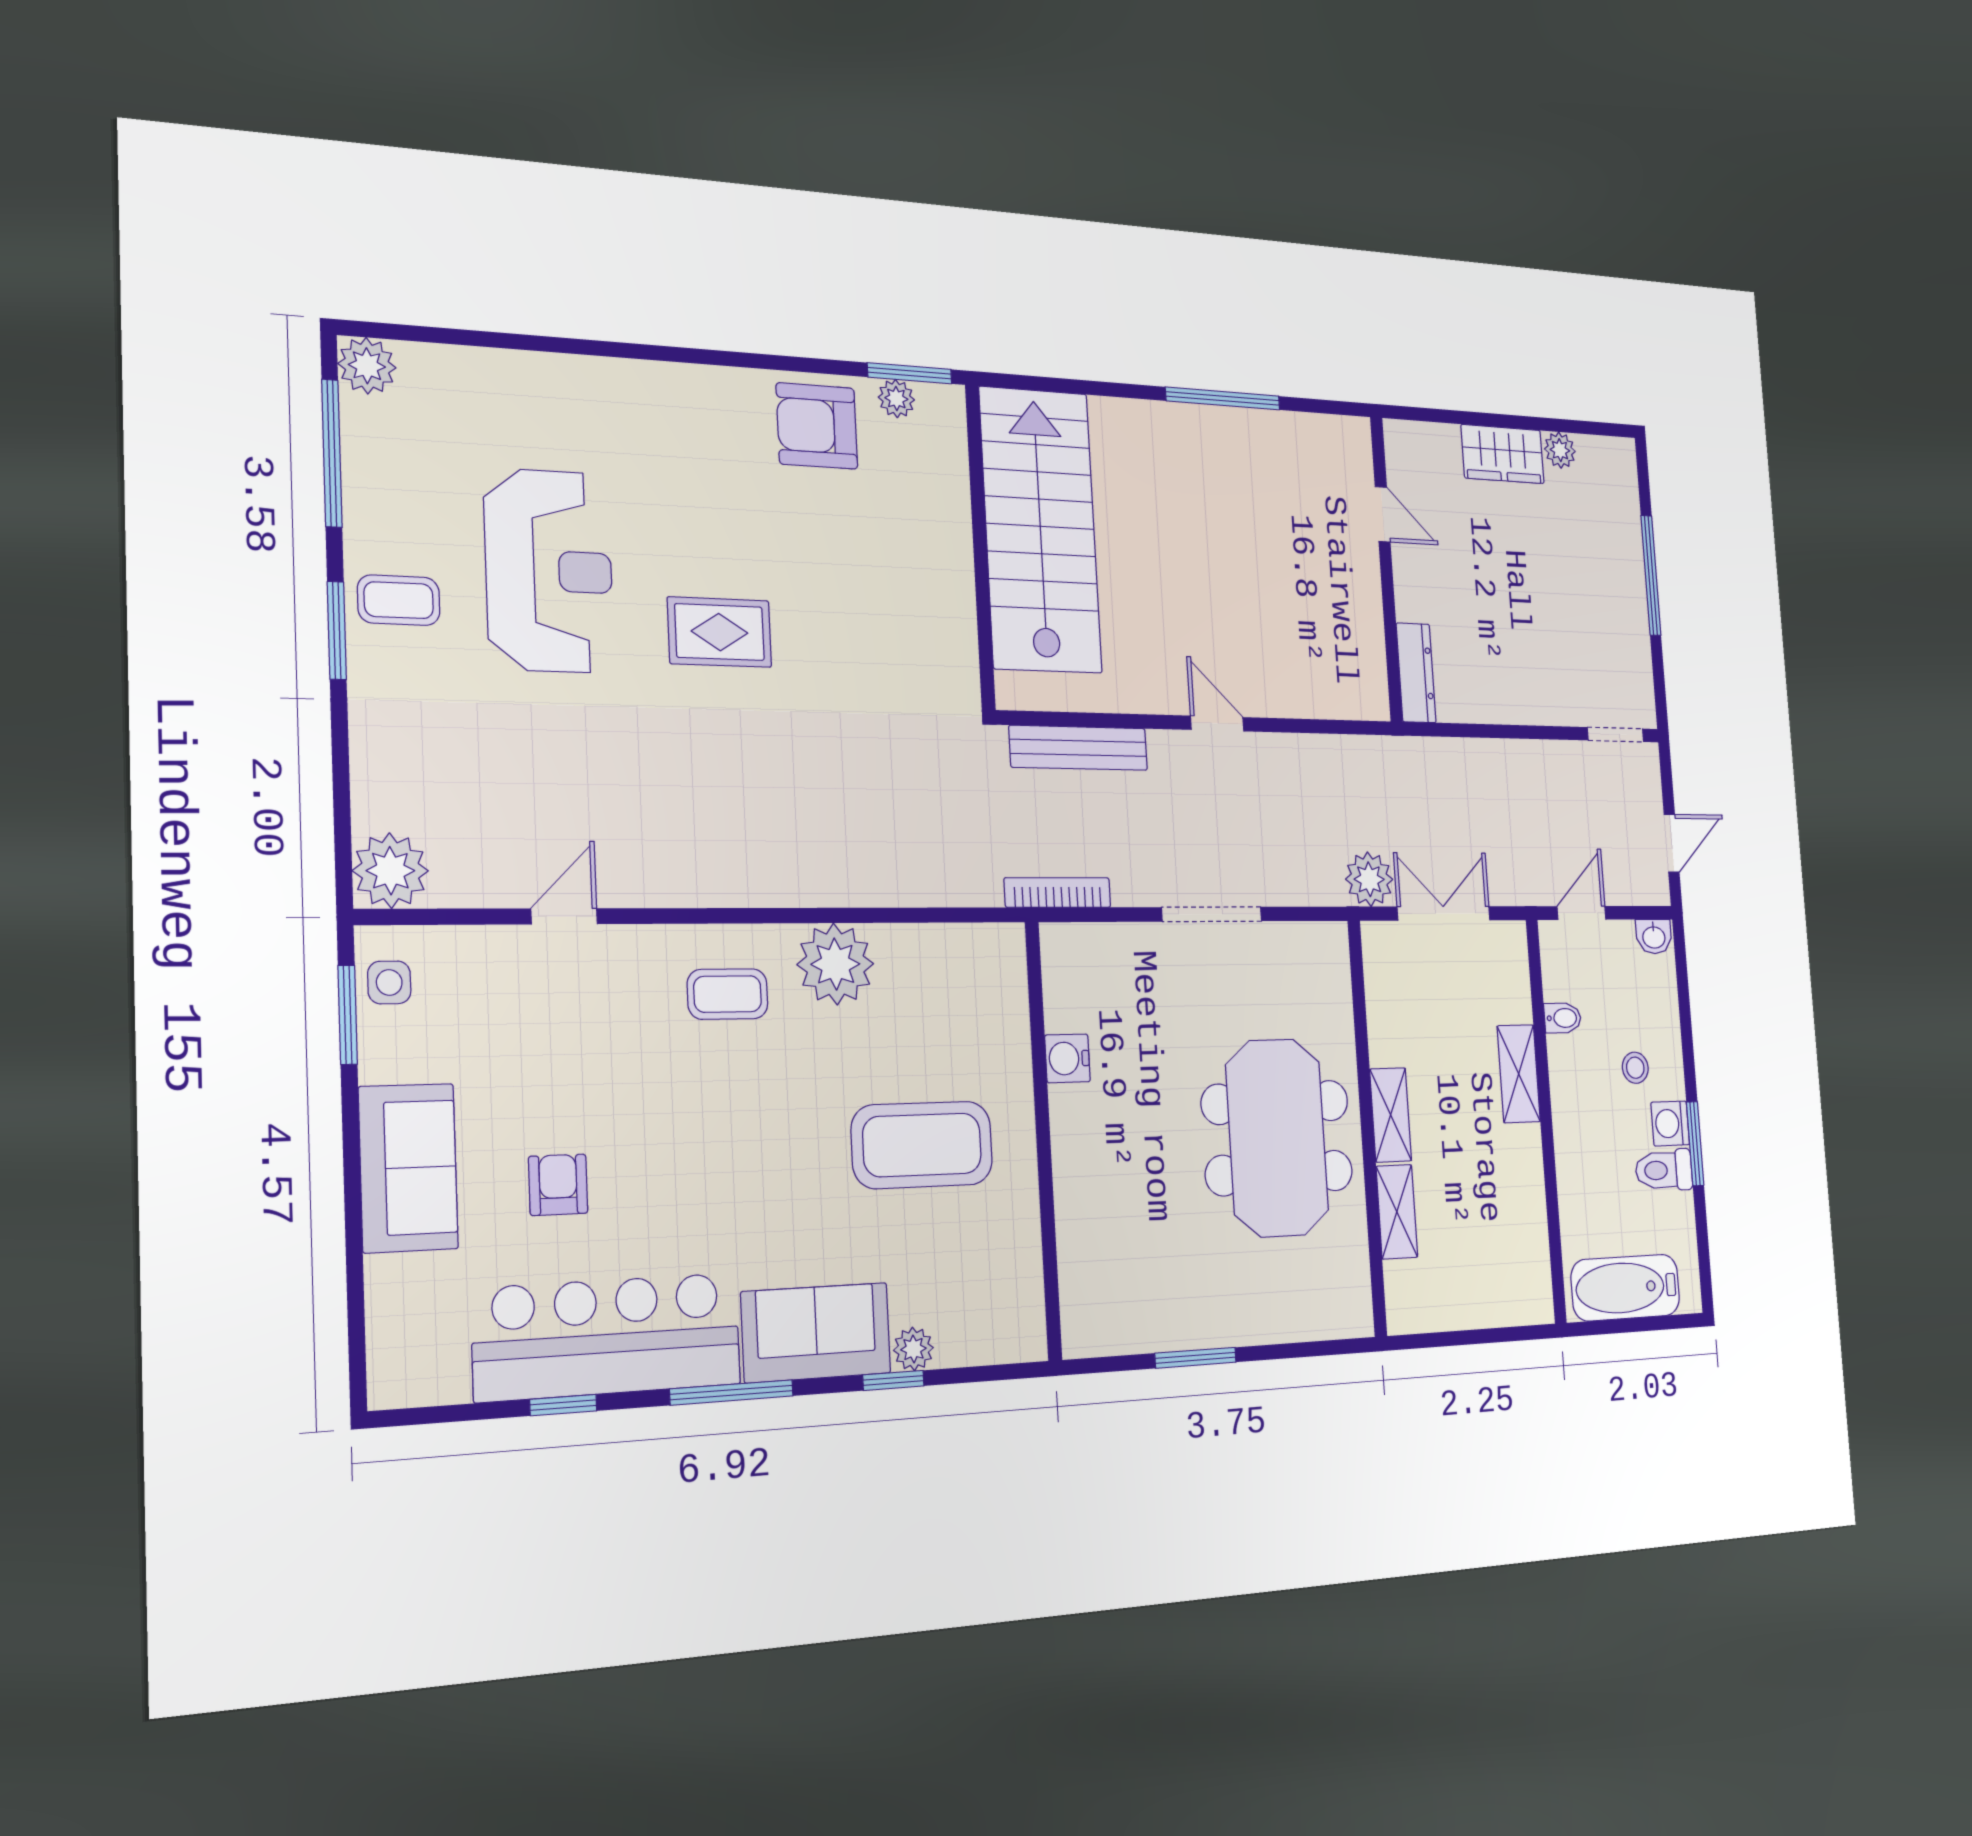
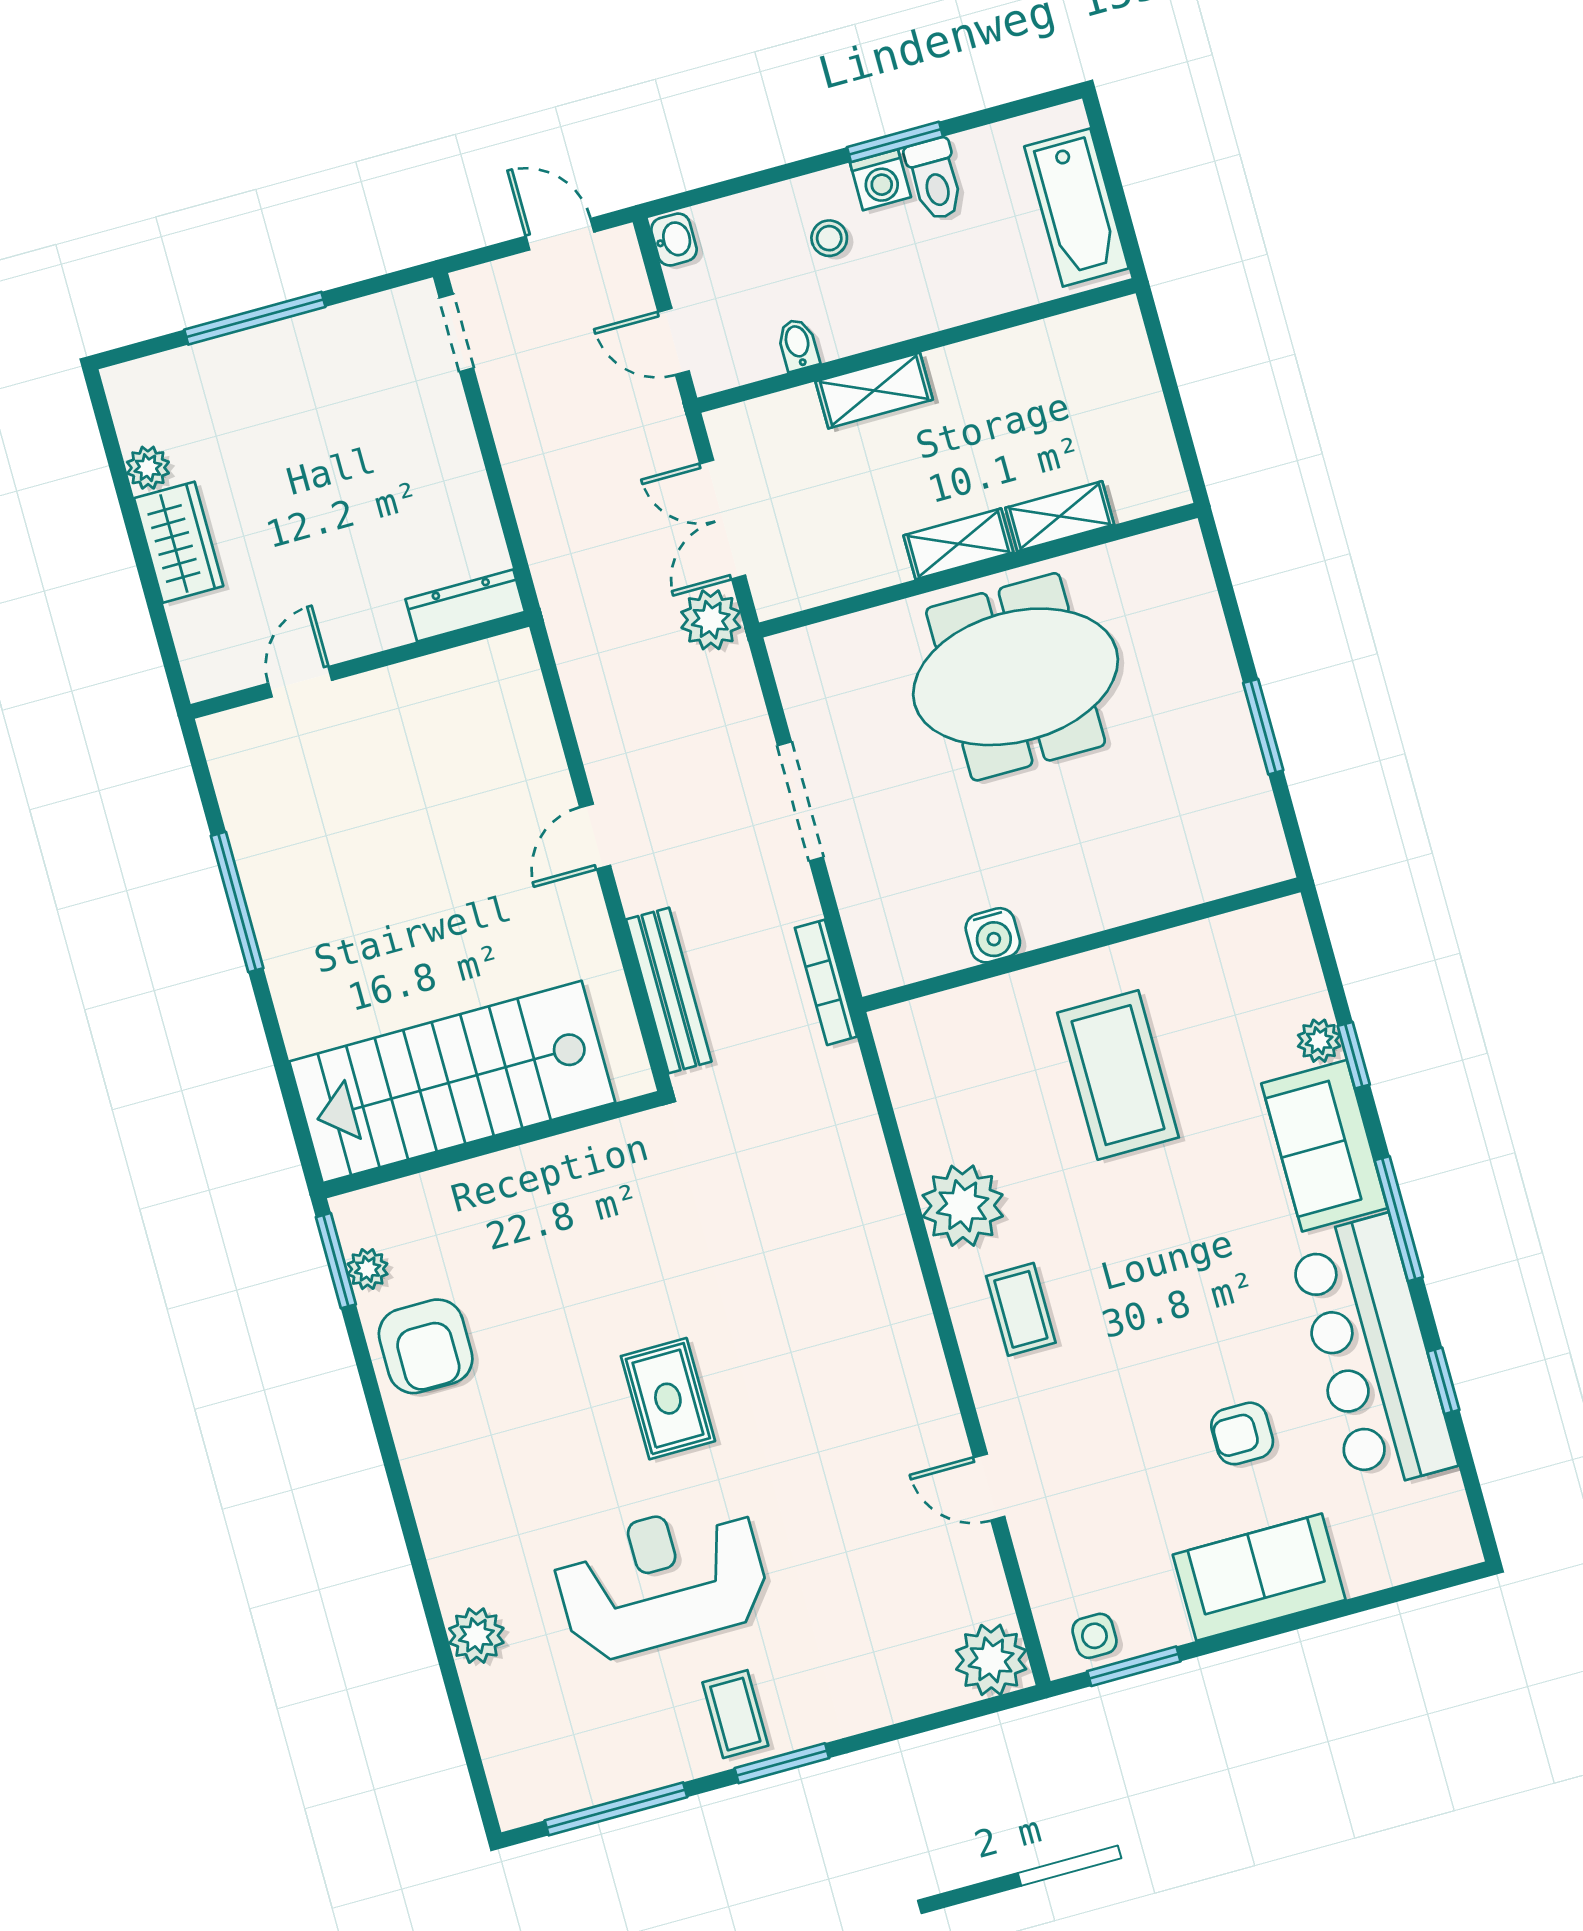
plant: (367, 366) -> (476, 1636), moved

